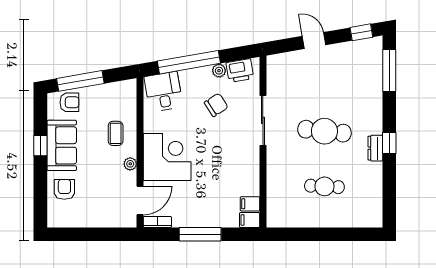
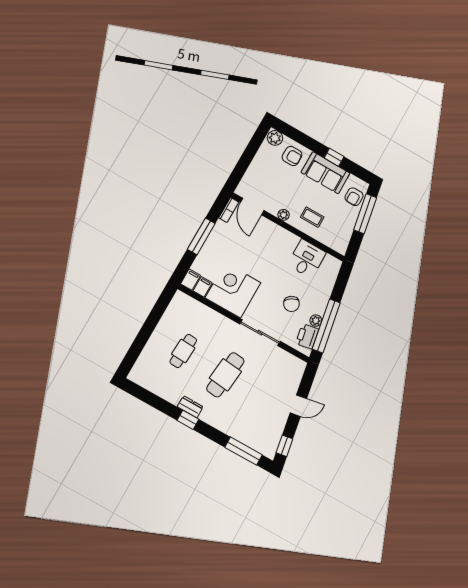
window: (189, 62) -> (326, 326), moved
desk: (164, 92) -> (307, 259), moved, turned -80
corner desk: (167, 157) -> (233, 290), moved, turned 180
plant: (56, 217) -> (275, 138), added

